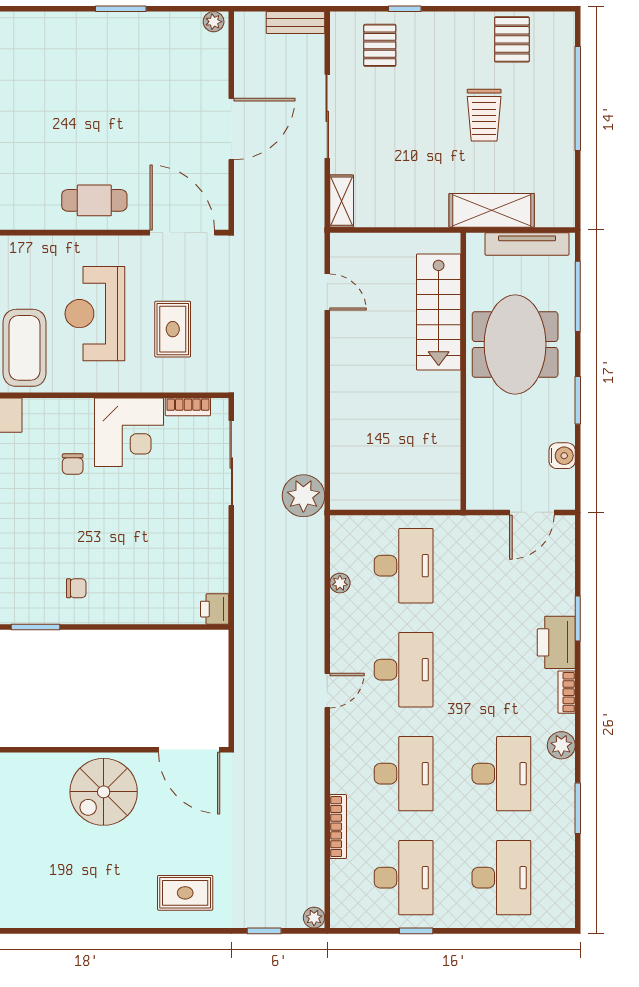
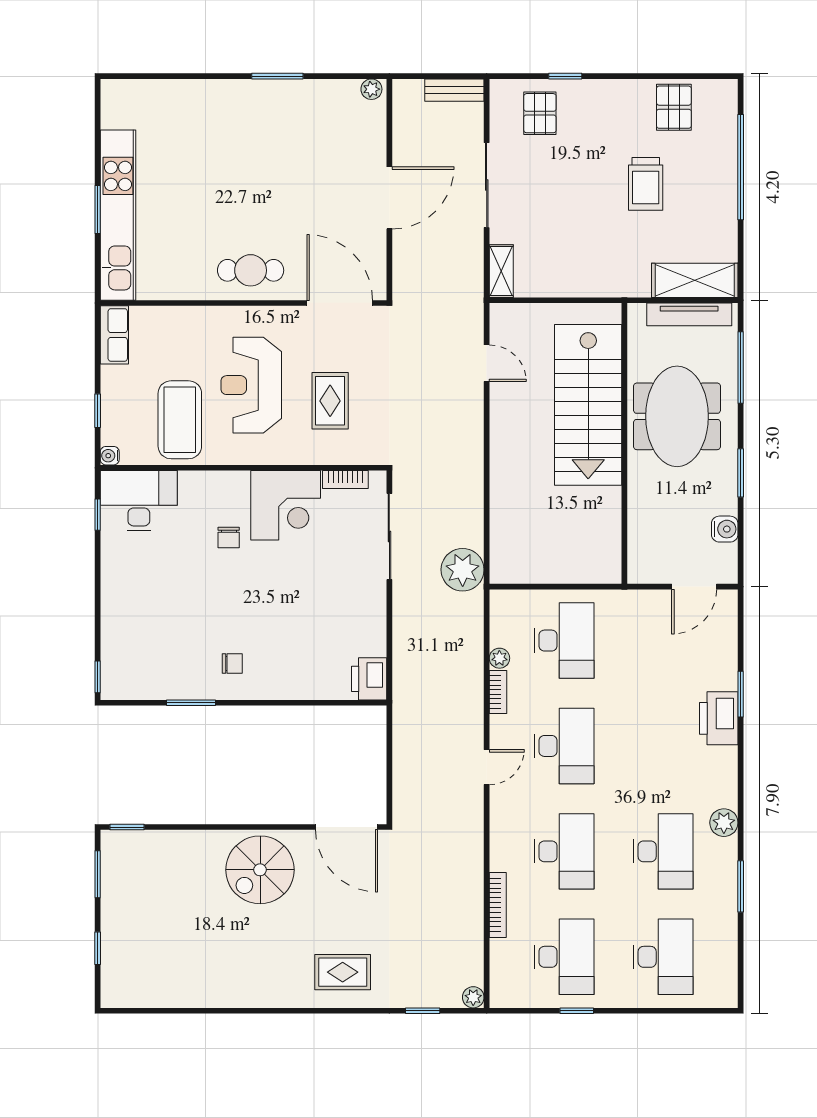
shelving: (492, 210) -> (695, 280), moved
stairs: (439, 312) -> (588, 405), width x1.36, depth x1.51
printer: (215, 609) -> (369, 679), width x1.36, depth x1.24
bookcase: (567, 692) -> (498, 692), moved, turned 180

